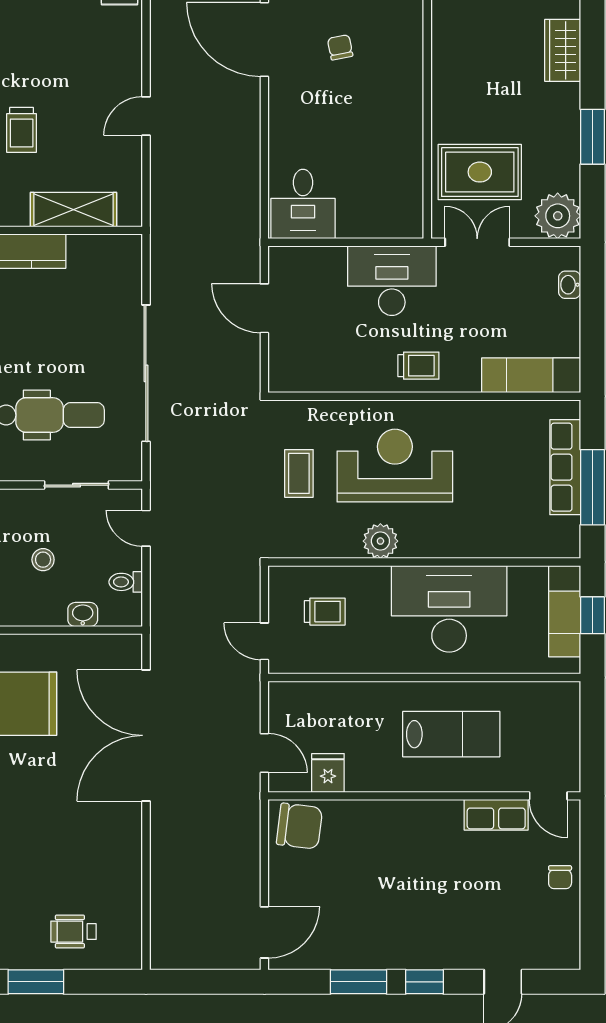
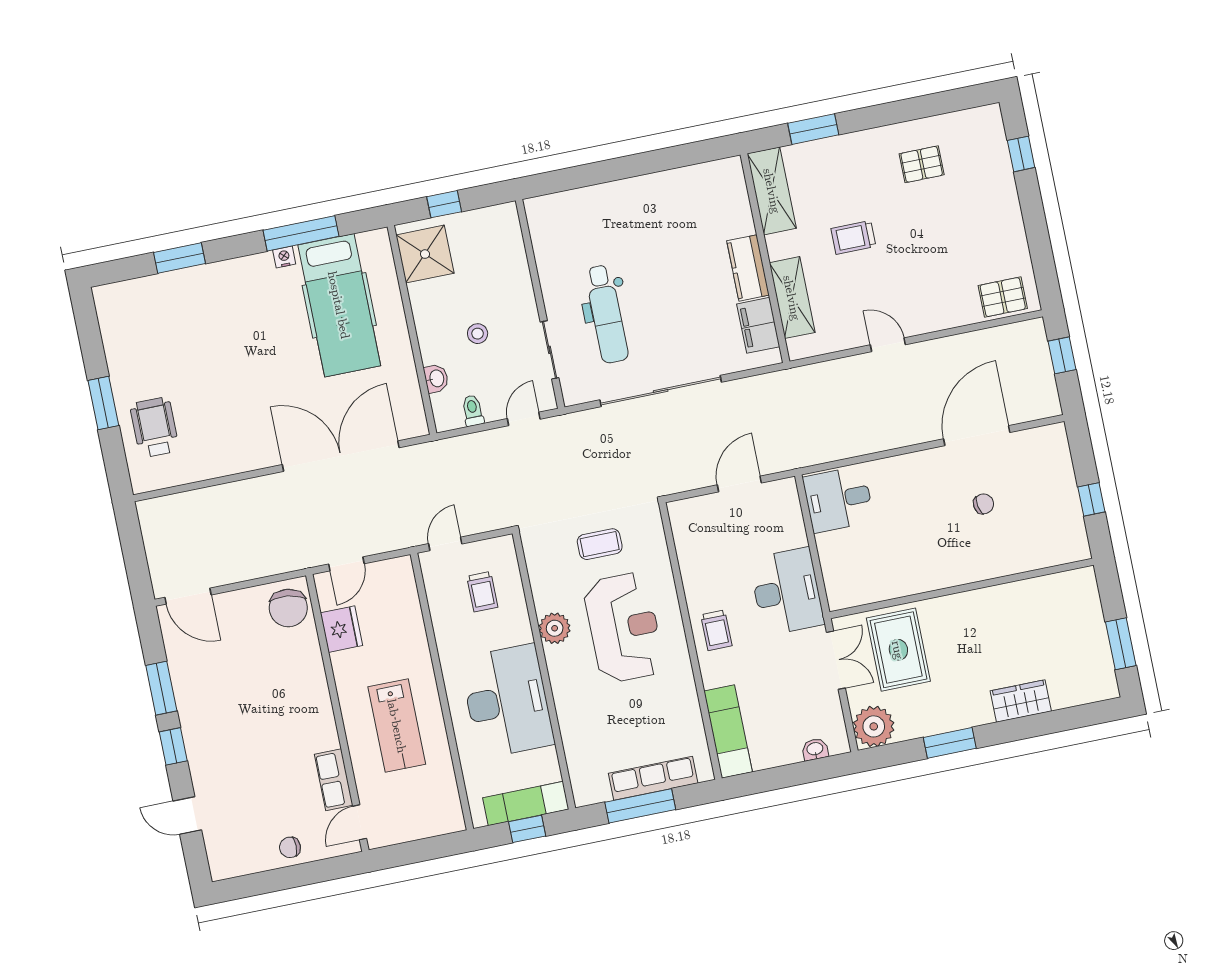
filing cabinet: (96, 253) -> (758, 325), added
fridge: (328, 773) -> (341, 629), width x1.38
wheelchair: (74, 932) -> (155, 427), width x1.36, depth x1.37

